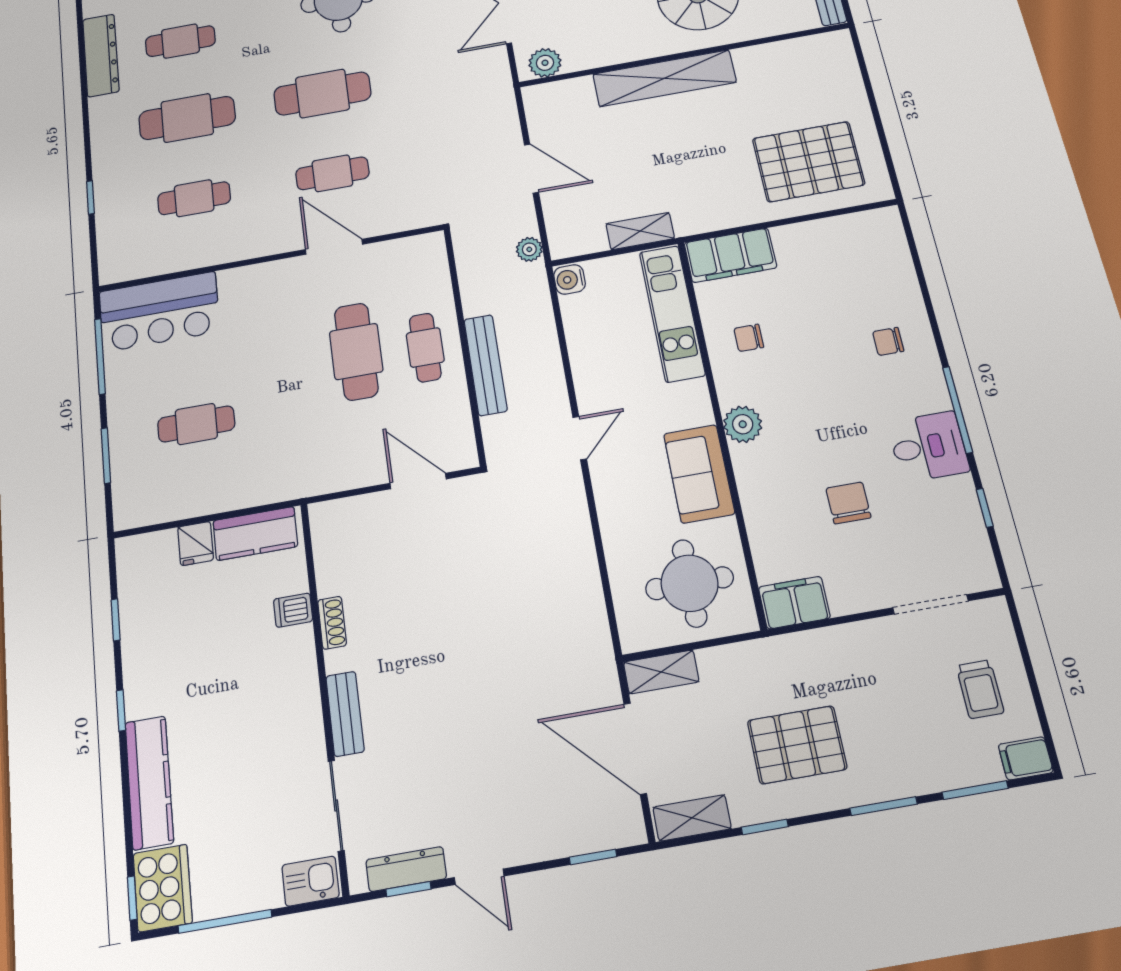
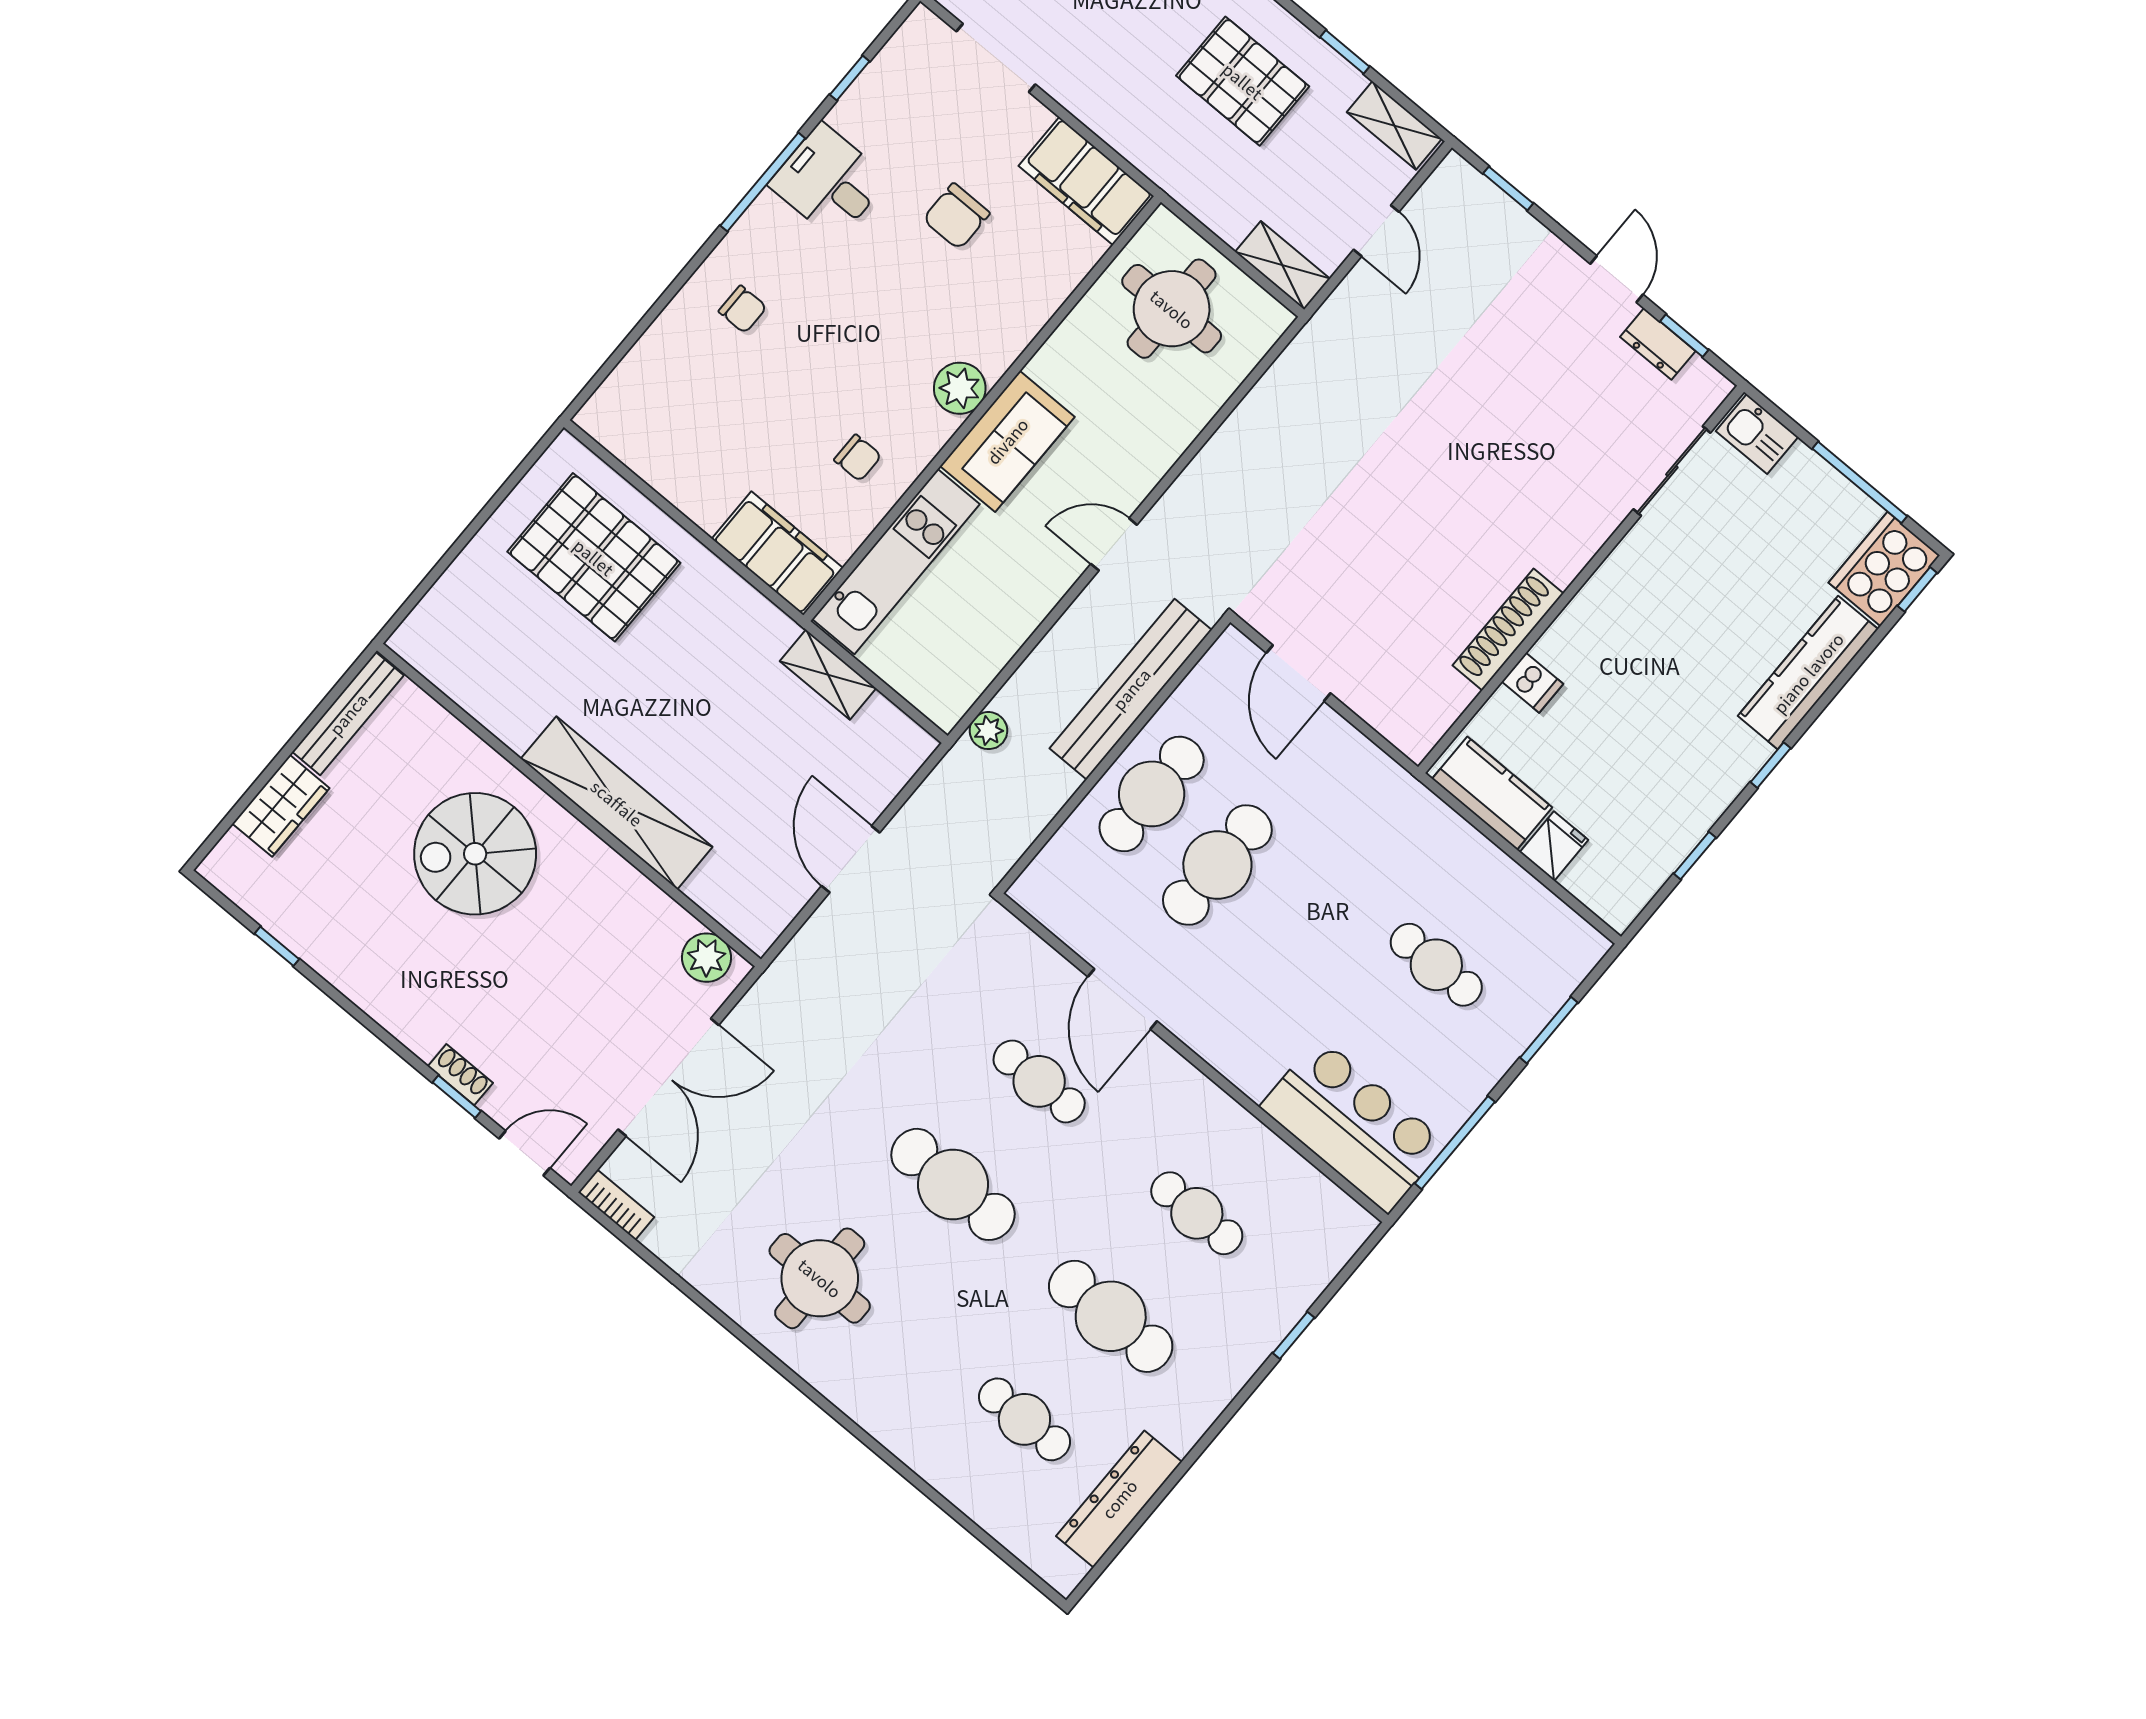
plant: (529, 249) -> (988, 731), moved
water cooler: (570, 279) -> (947, 704), removed
cafe table: (425, 347) -> (1152, 794), width x1.37, depth x1.35
bench: (486, 365) -> (1131, 689), width x1.37, depth x1.21
sofa: (699, 474) -> (1007, 441), moved
filing cabinet: (794, 603) -> (1086, 181), width x1.50, depth x1.17
shoe rack: (332, 623) -> (1508, 629), width x1.94, depth x1.24
bench: (345, 714) -> (1584, 539), removed
door: (635, 748) -> (1376, 231), width x0.53
dresser: (406, 869) -> (1658, 344), width x0.70

